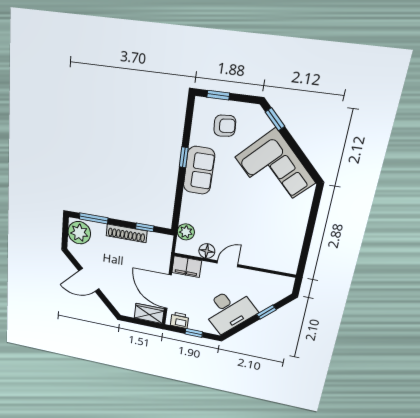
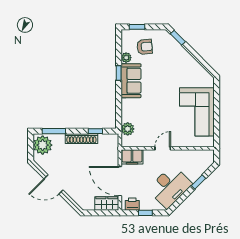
plant: (197, 138) -> (126, 58), added
corner sofa: (275, 170) -> (197, 112), moved, turned 45
floor lamp: (207, 251) -> (146, 141), removed

